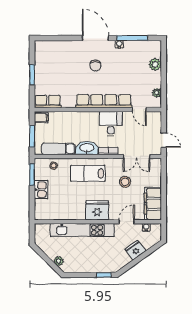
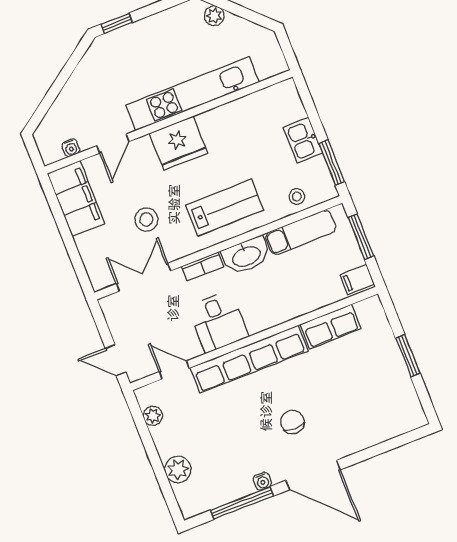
row of seats: (48, 101) -> (330, 327), moved
door: (164, 140) -> (116, 360), moved
fridge: (135, 250) -> (74, 95), removed

